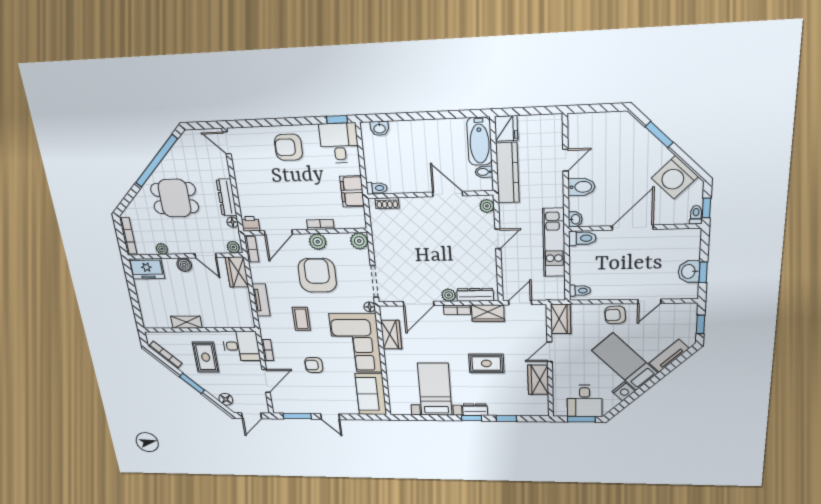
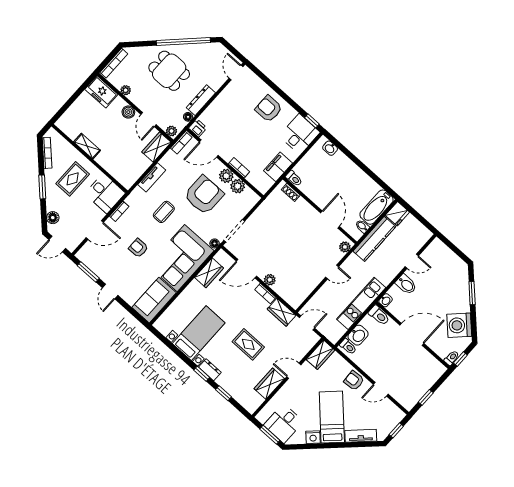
plant: (359, 241) -> (238, 186), moved
washbasin: (689, 271) -> (358, 335), moved, turned 180
dresser: (475, 295) -> (286, 294), removed

